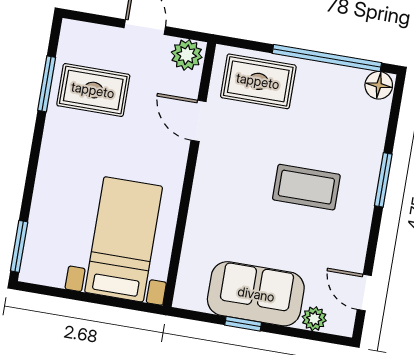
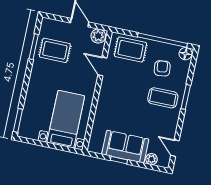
armchair: (329, 120) -> (162, 68), added
coffee table: (306, 187) -> (163, 98), moved

